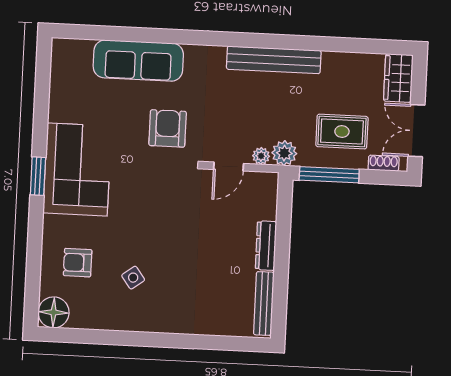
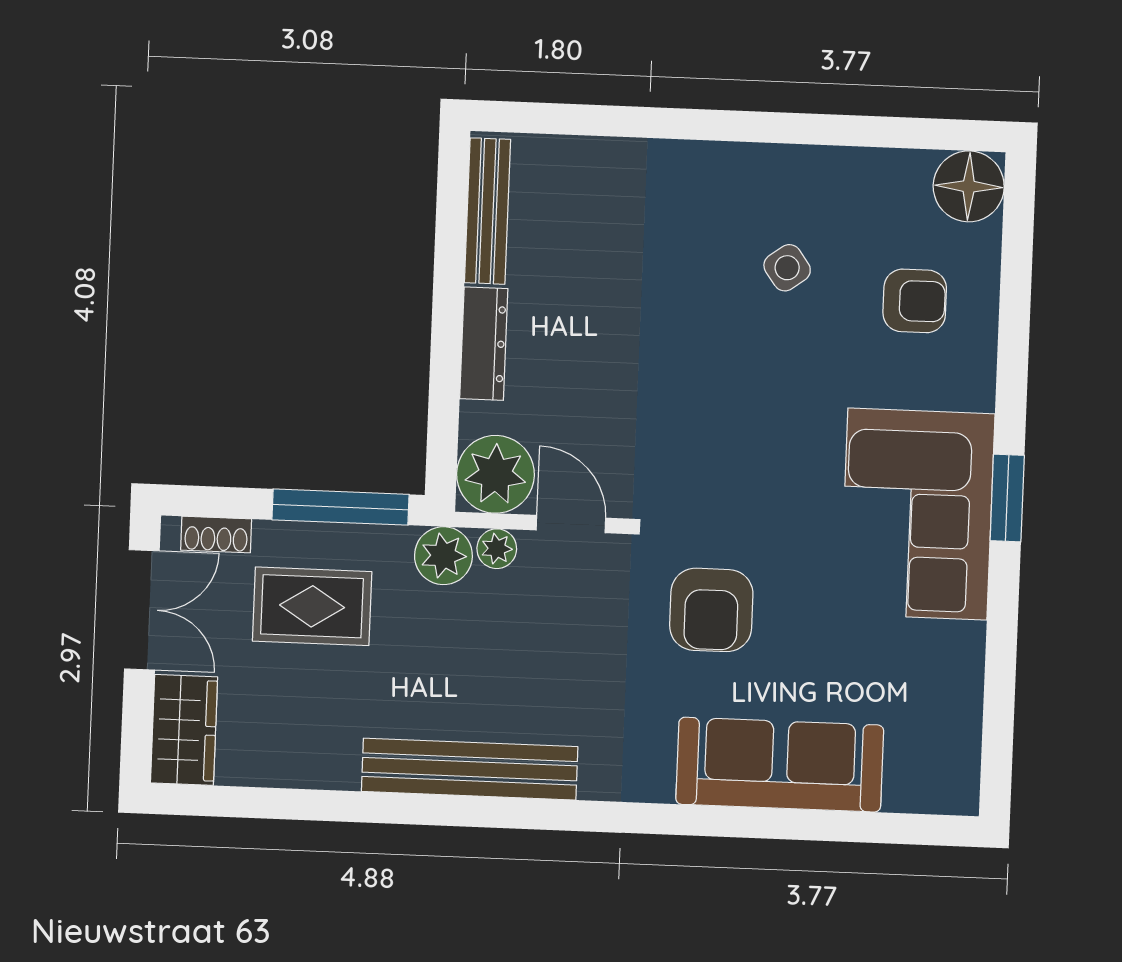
door: (229, 166) -> (571, 524), hinge flipped
plant: (261, 188) -> (496, 474), added

